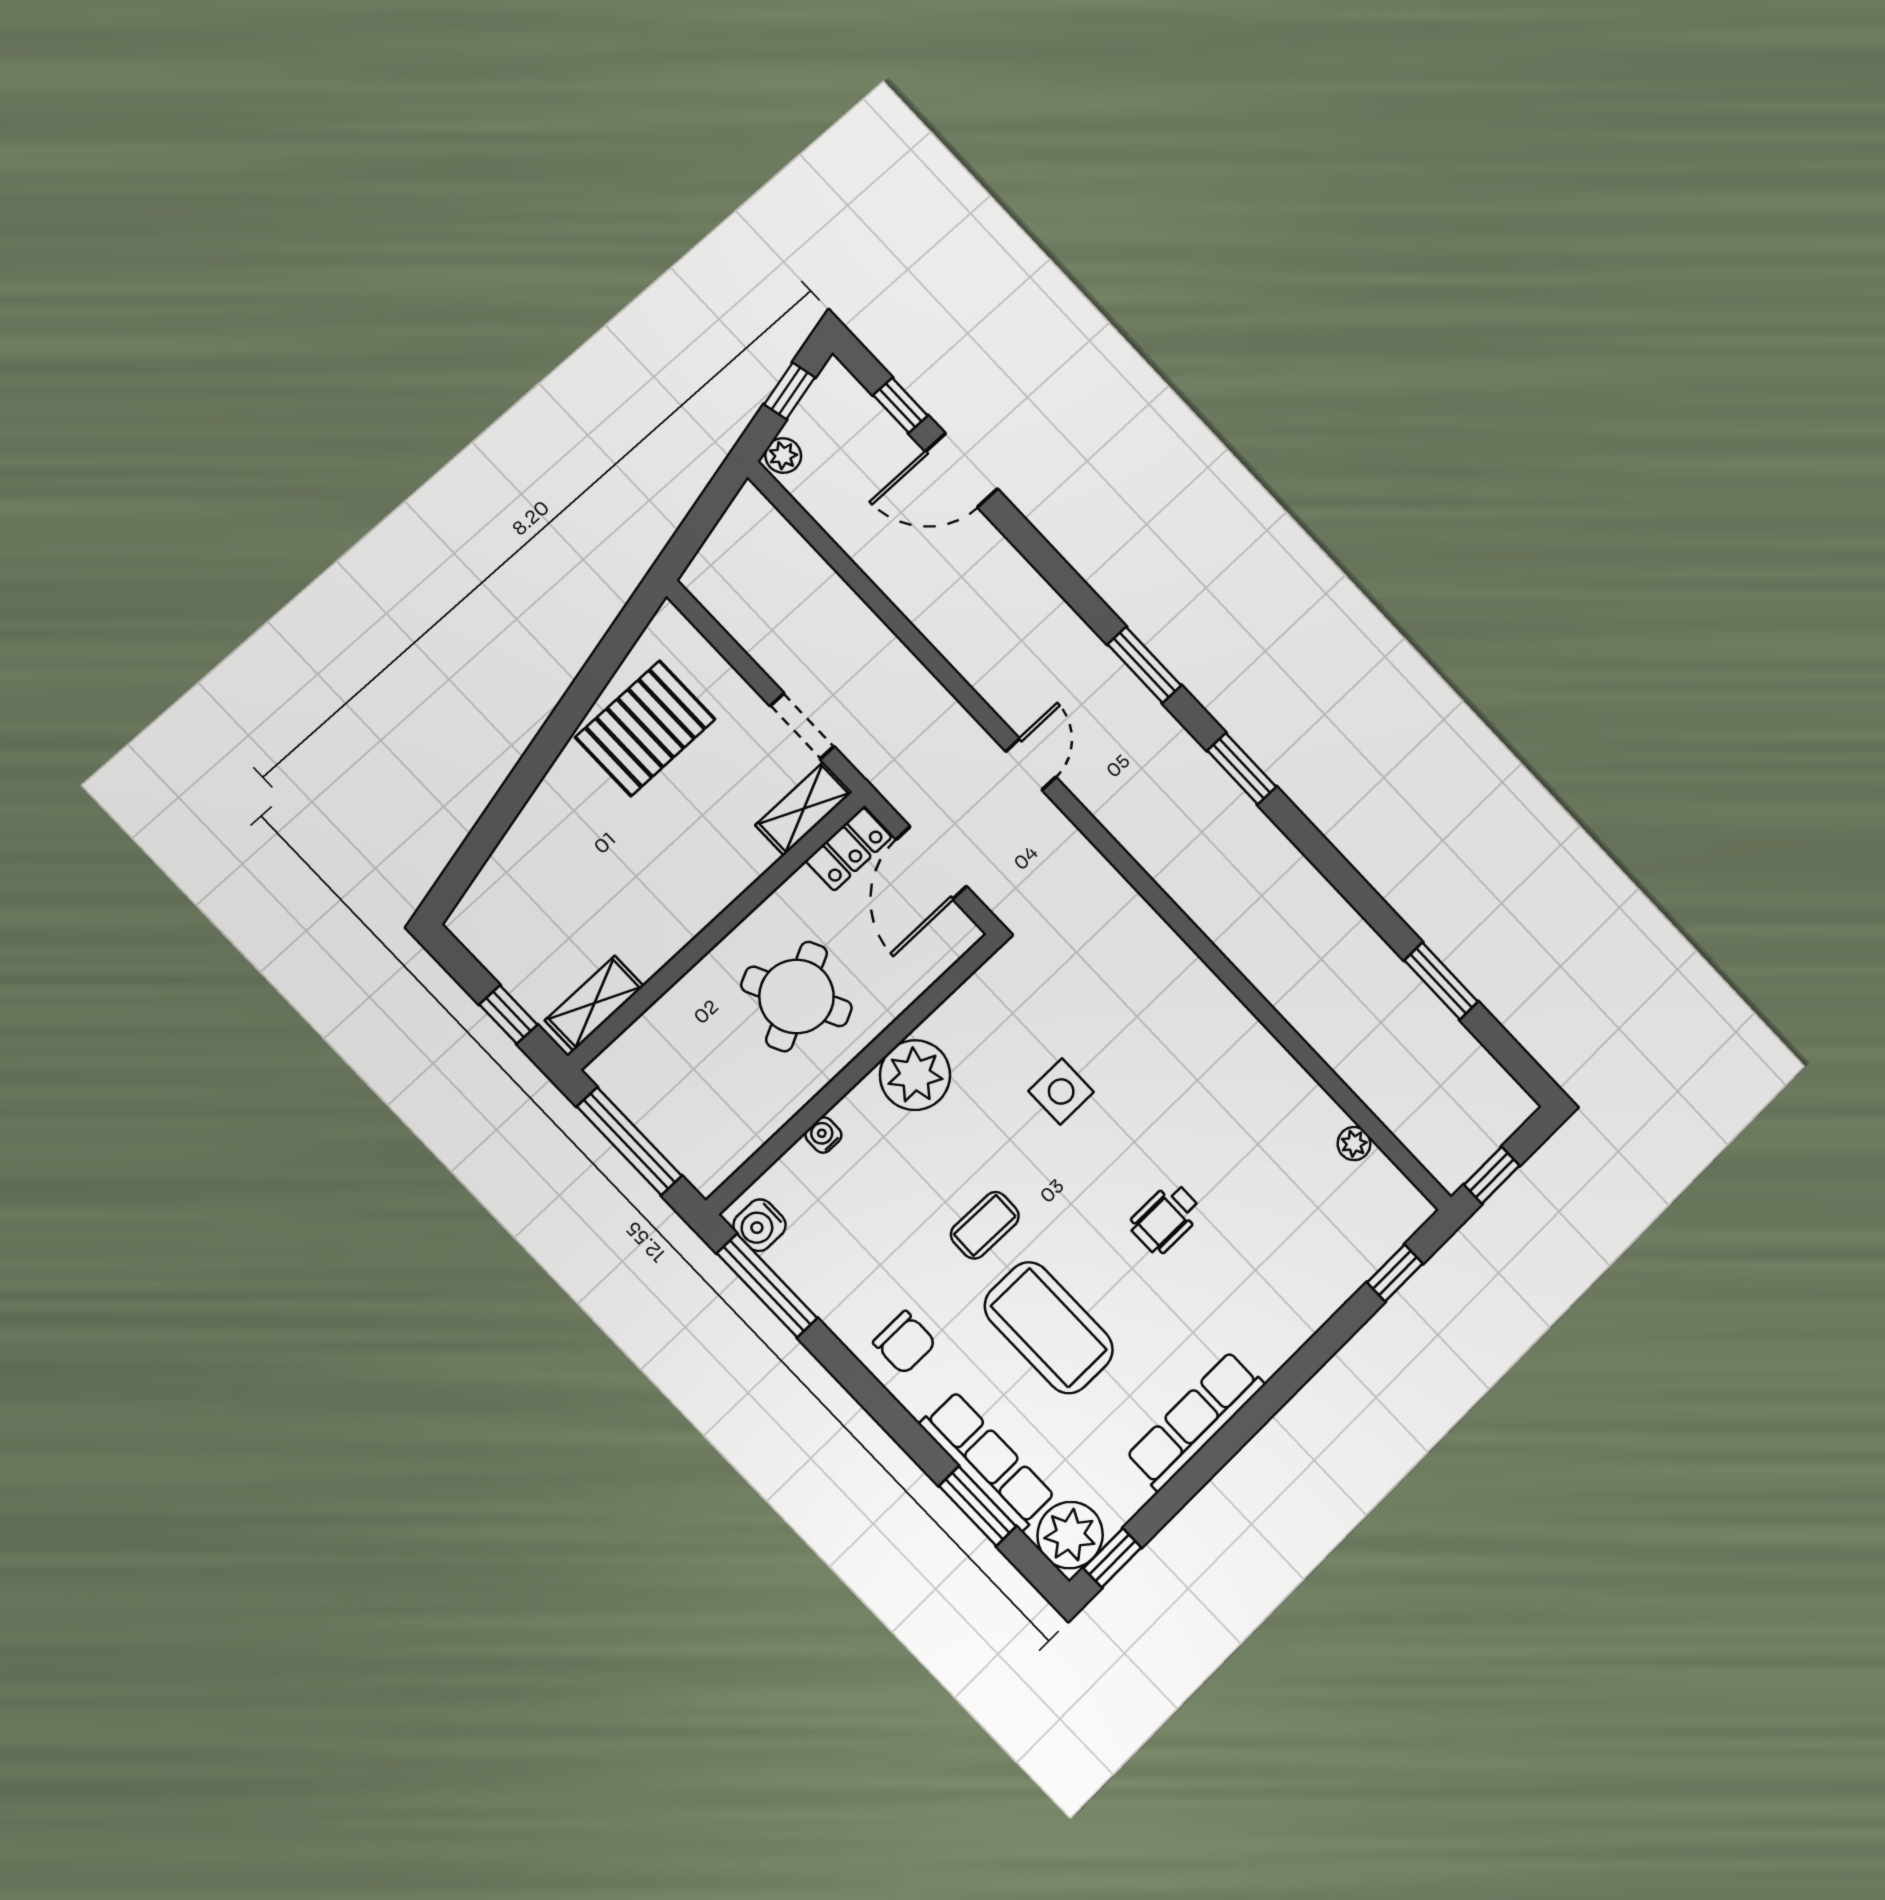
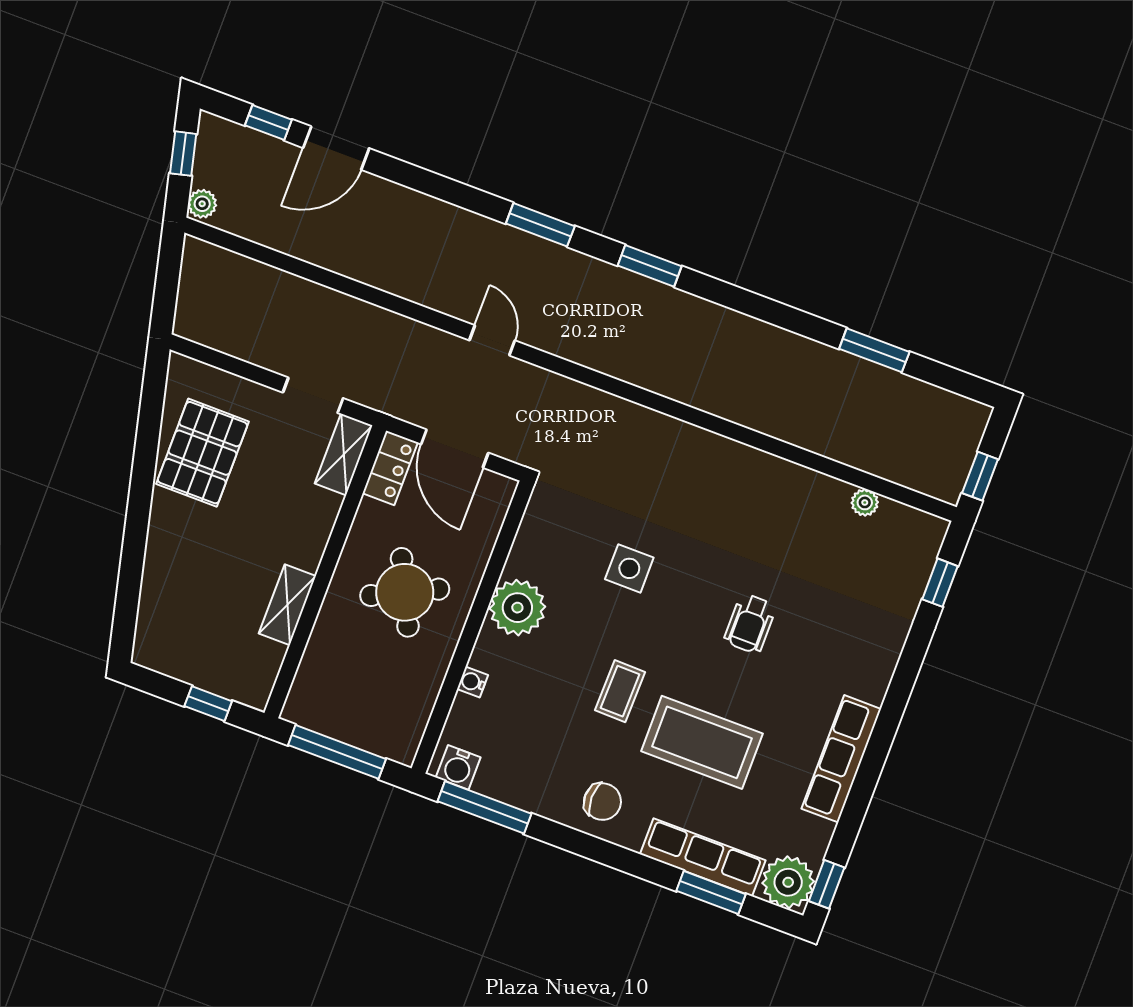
shelving: (594, 1003) -> (287, 605), moved

